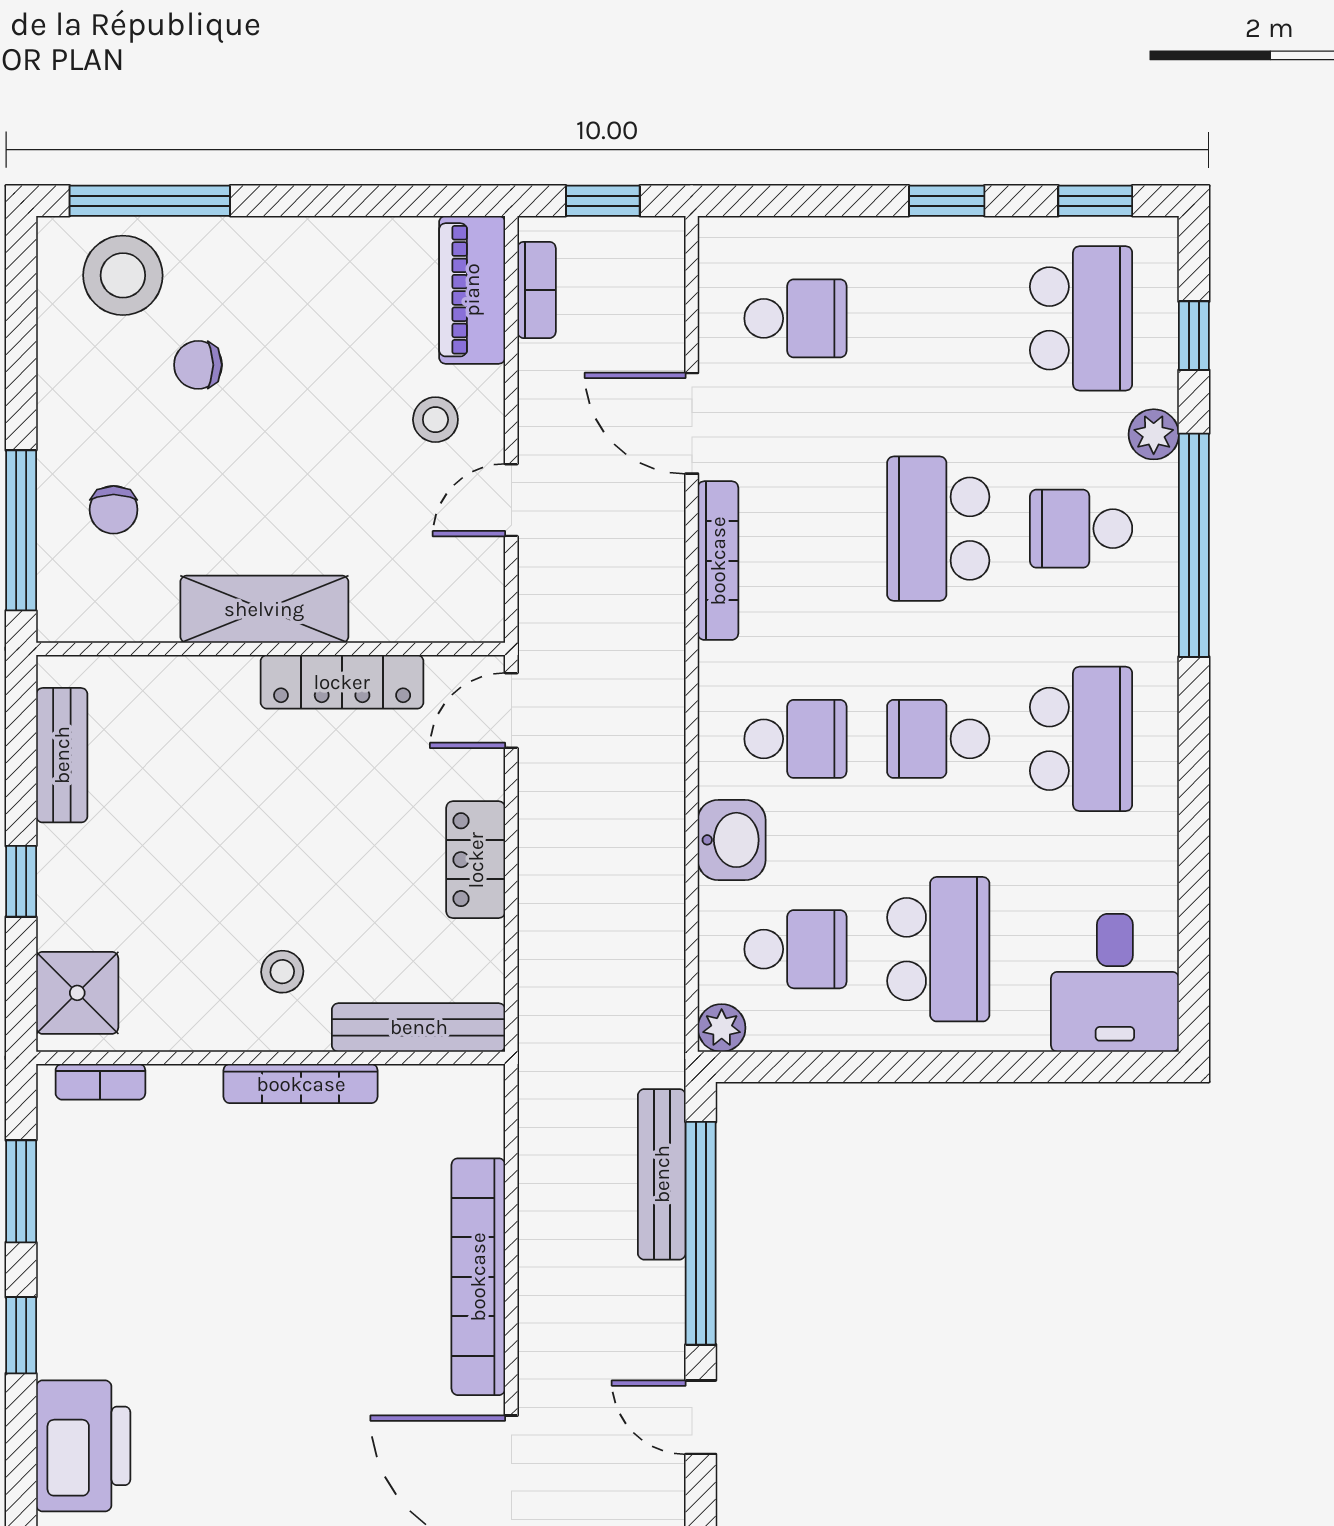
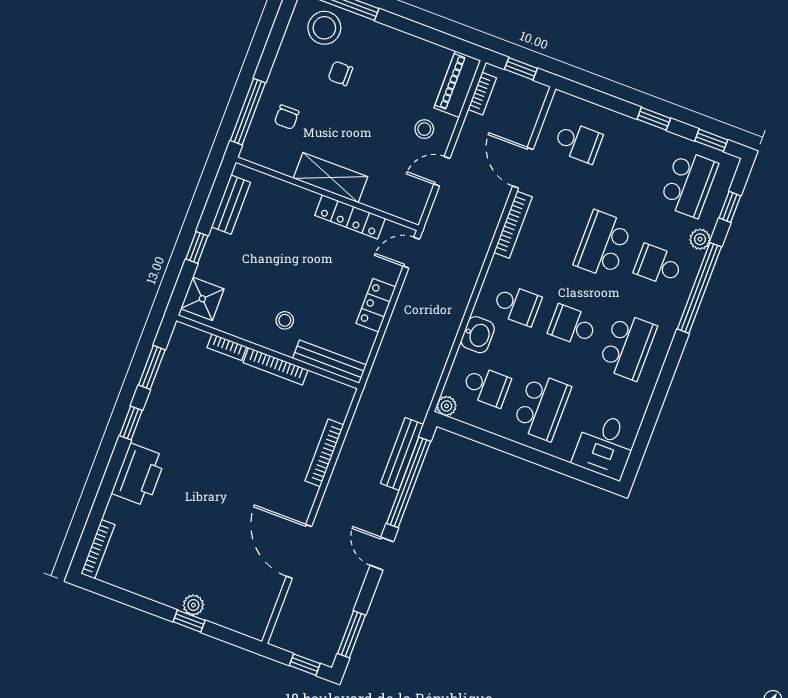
bookcase: (100, 1082) -> (227, 347), moved
bookcase: (478, 1277) -> (324, 453), width x0.68, depth x0.76

